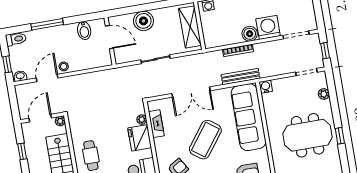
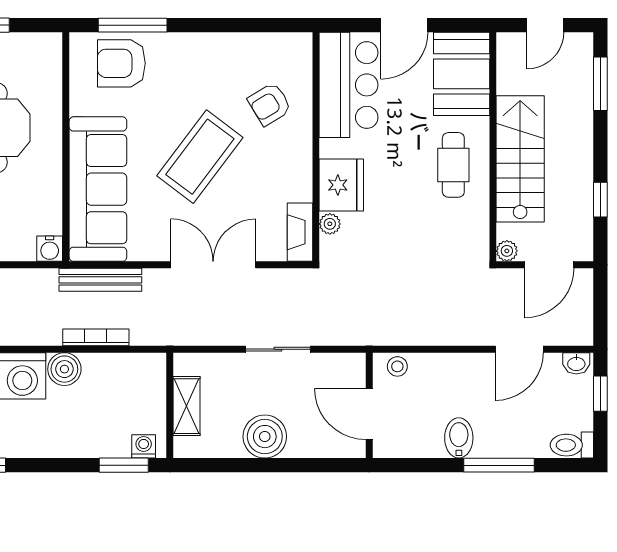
boiler: (143, 21) -> (265, 437), moved
shelving: (190, 27) -> (186, 406), width x0.67, depth x0.75
bidet: (84, 31) -> (459, 438), moved
stool: (64, 66) -> (397, 366), moved
fireplace: (156, 124) -> (300, 232), moved

